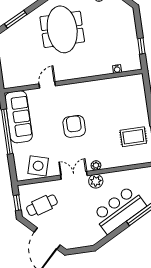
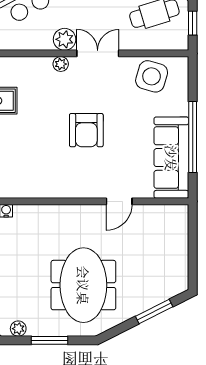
double door: (74, 175) -> (98, 53), swing flipped

